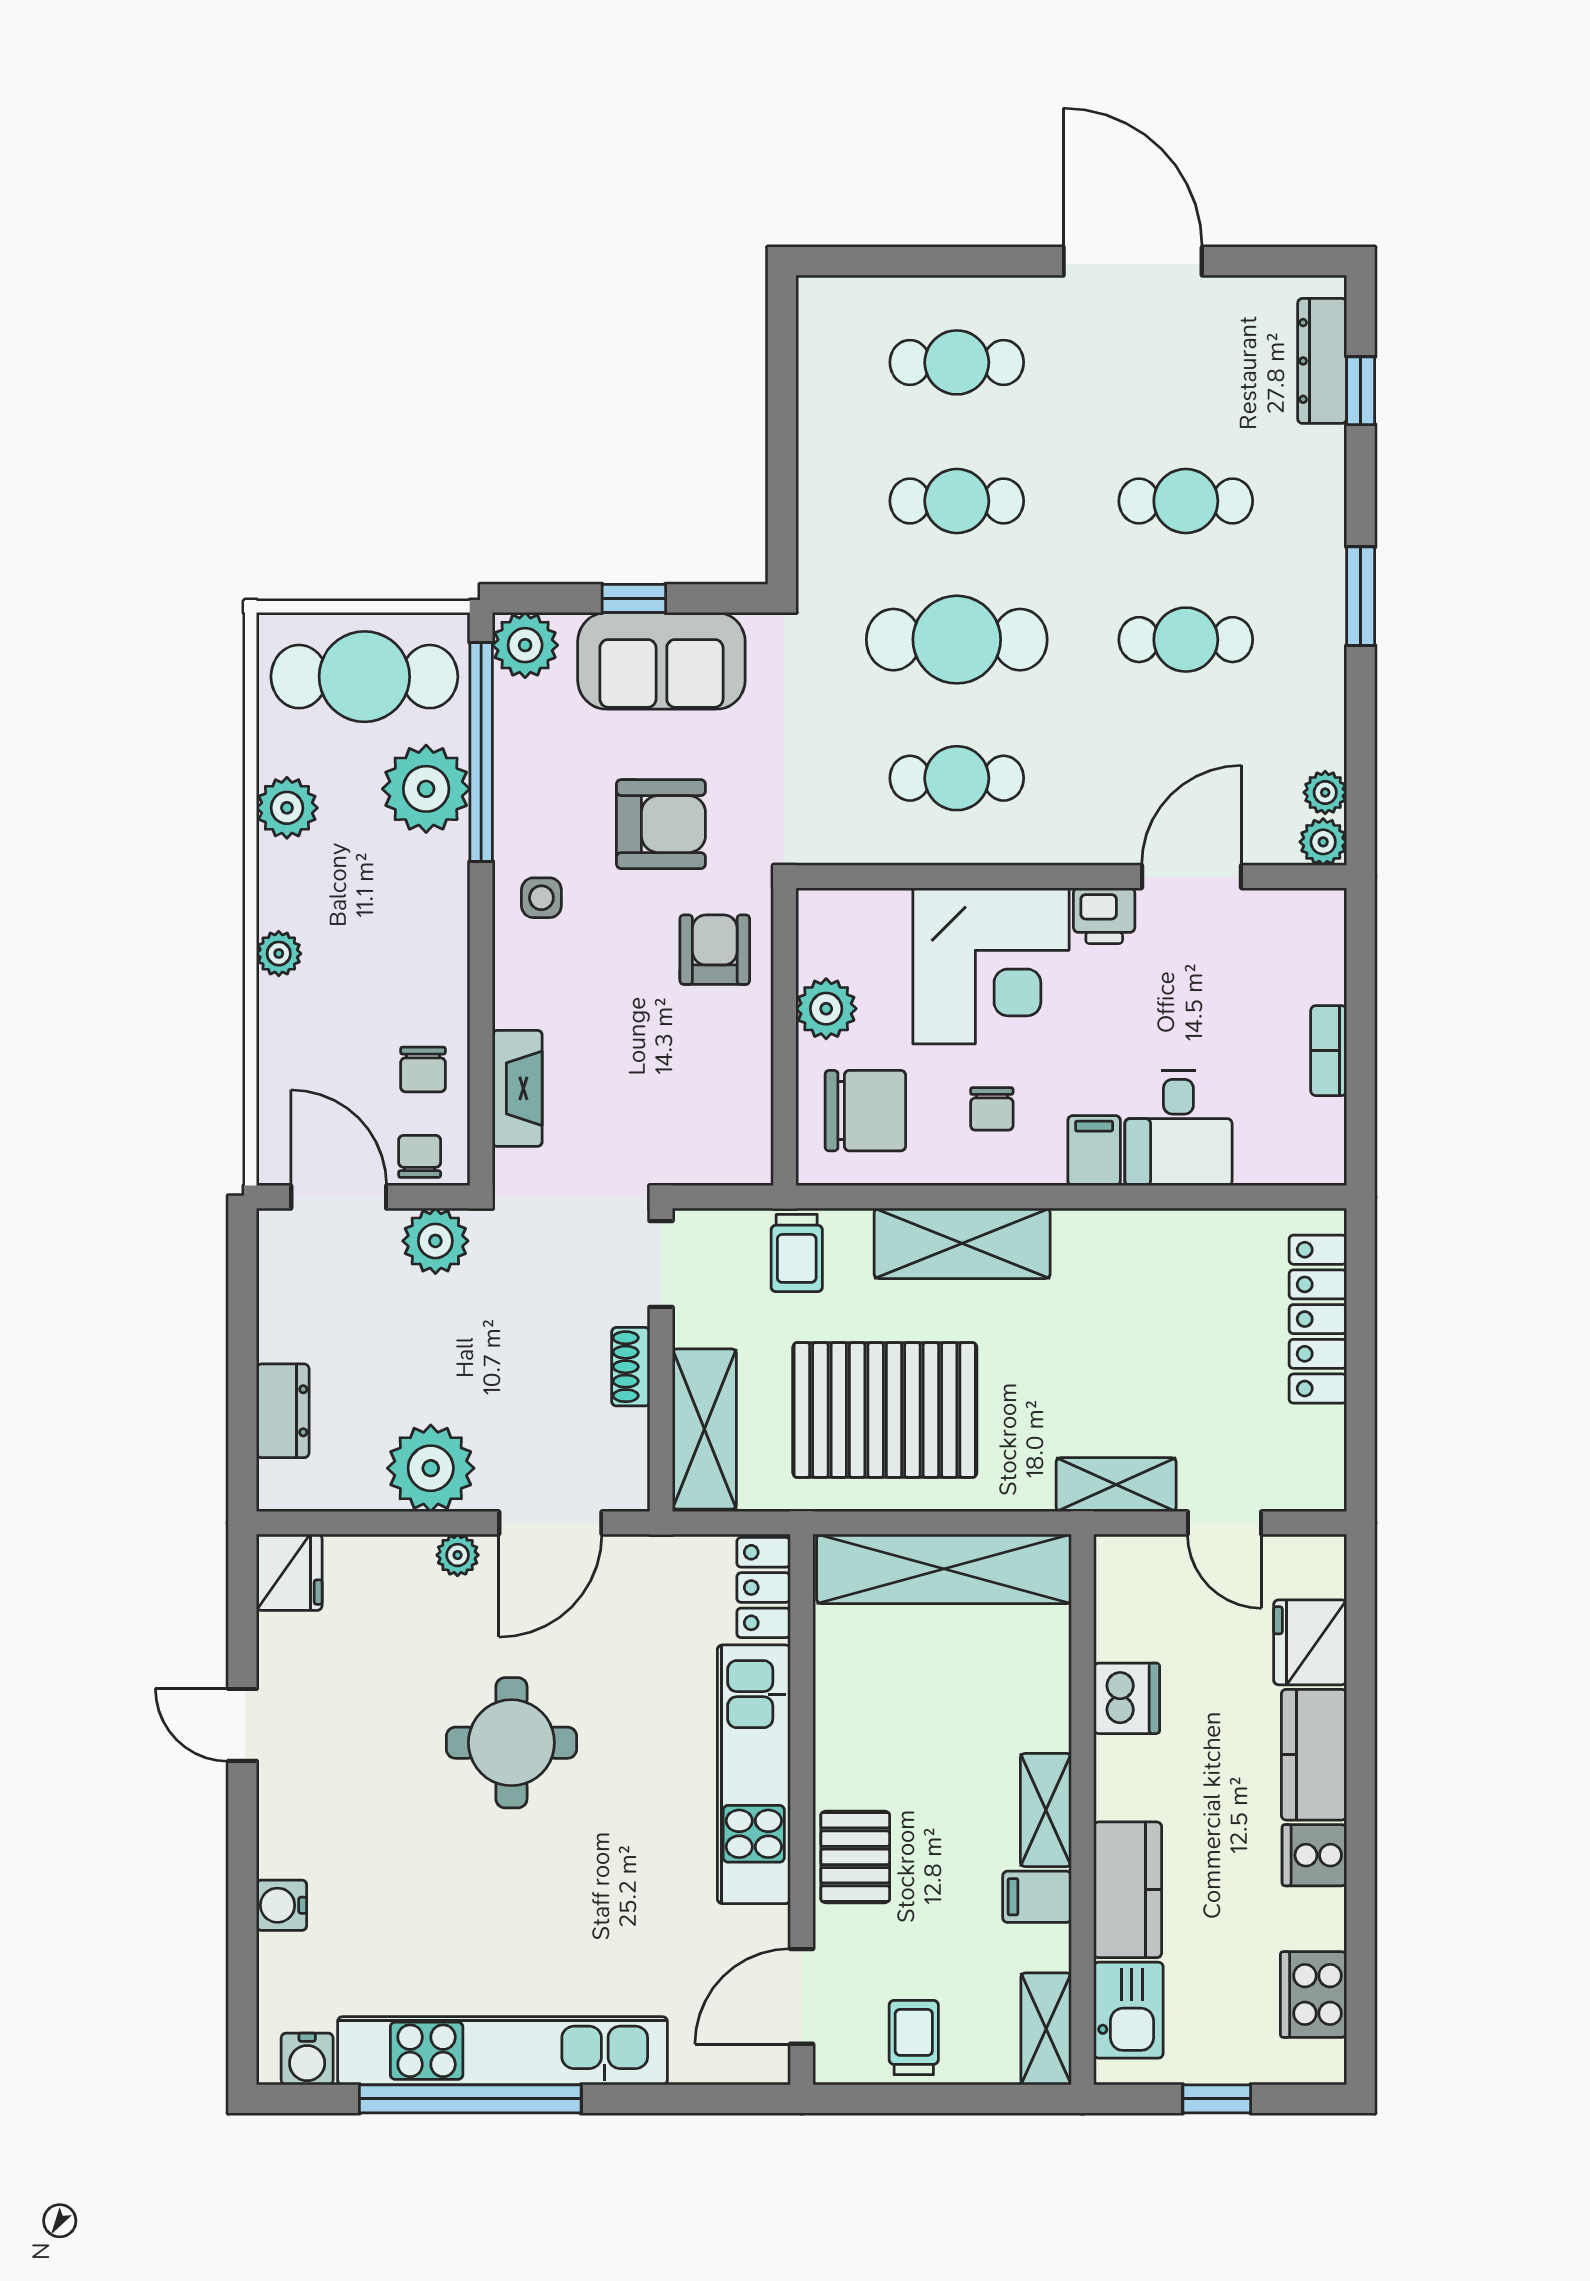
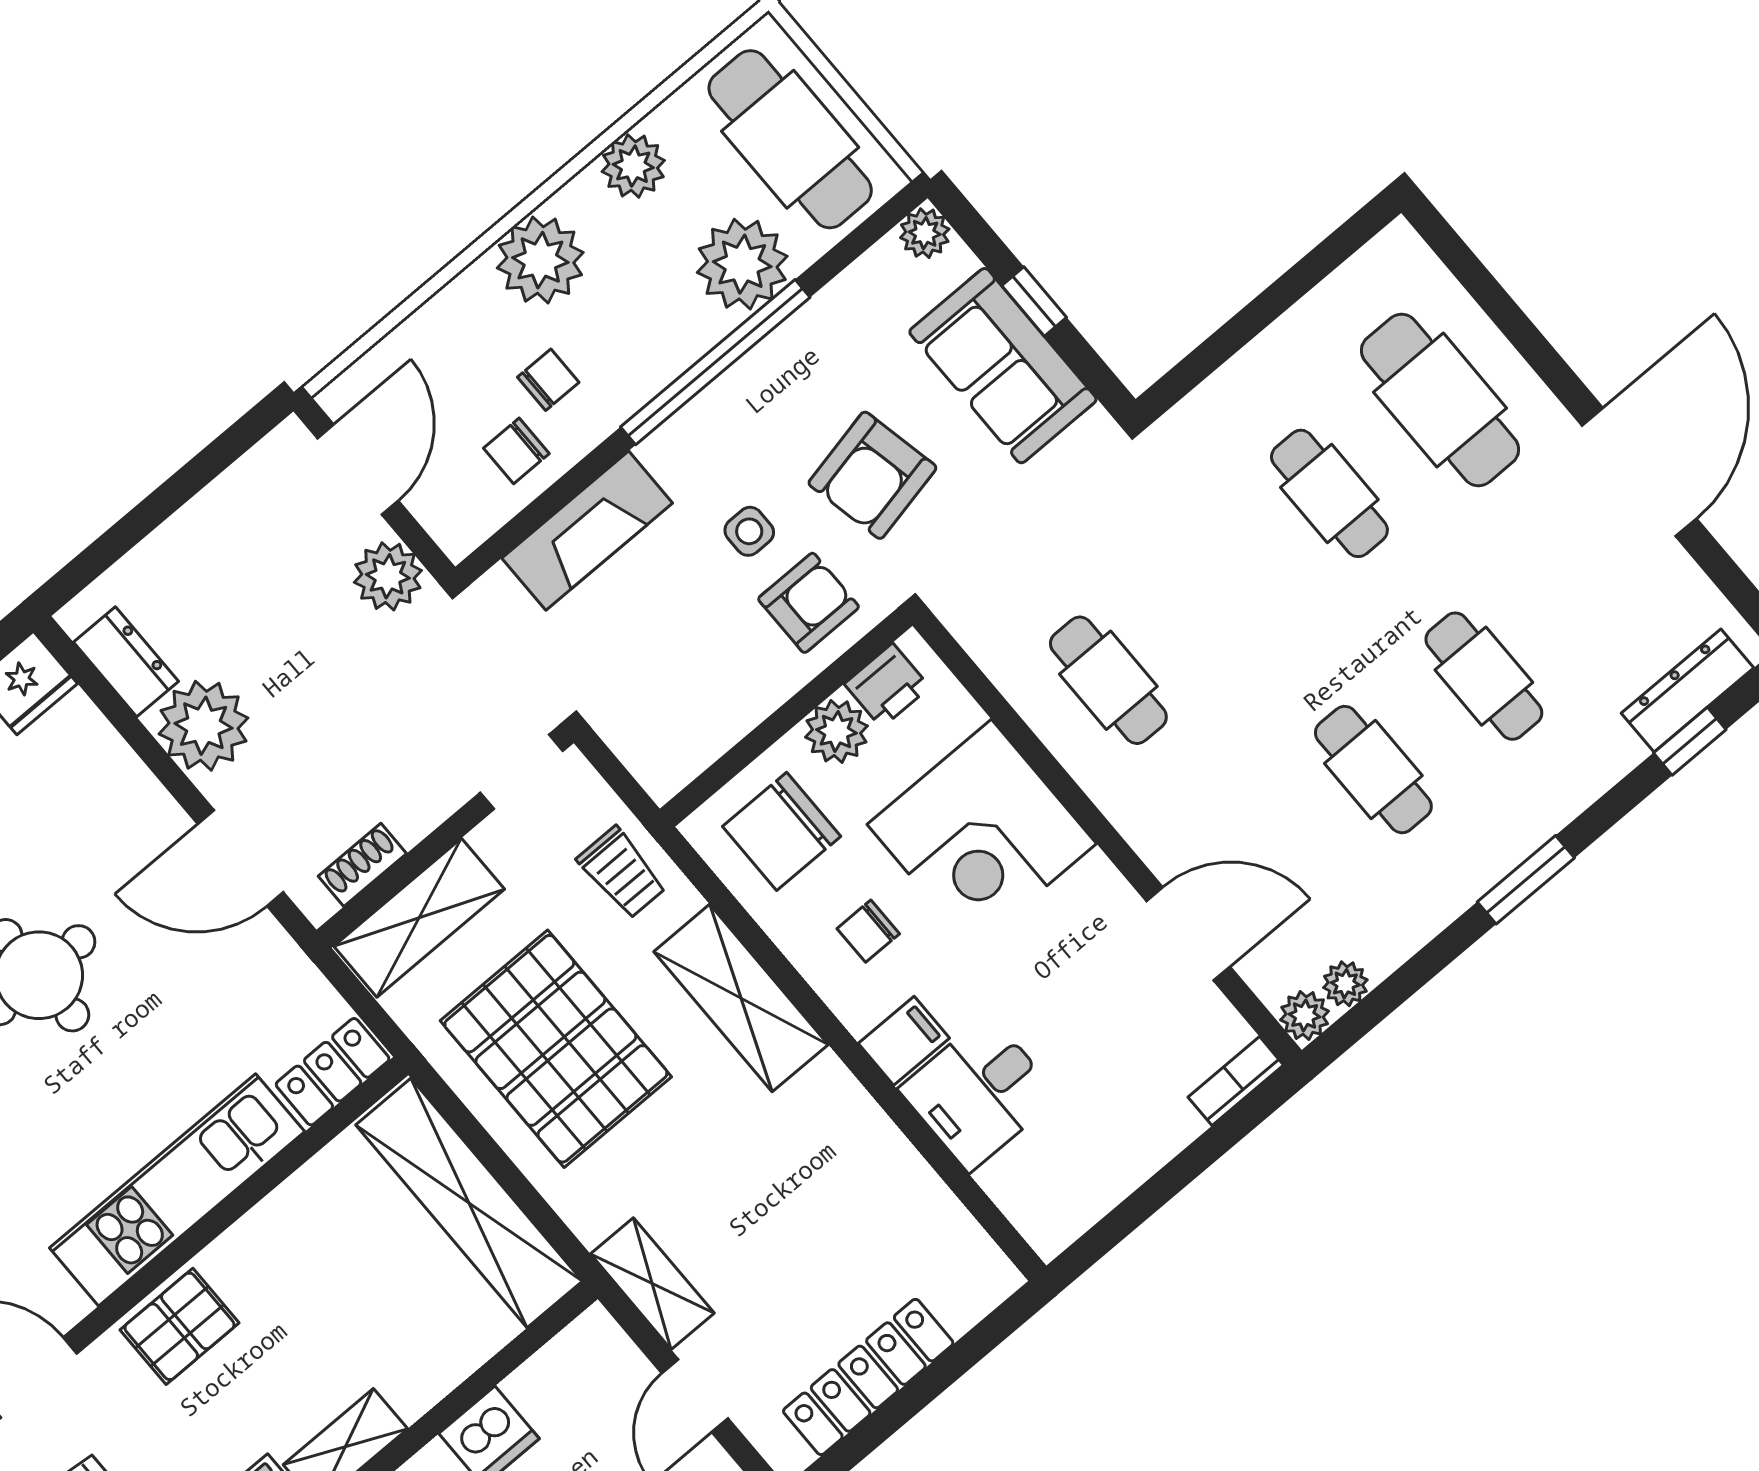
cafe table: (957, 362) -> (1440, 400), width x1.37, depth x1.35
cafe table: (957, 640) -> (1219, 587), removed
plant: (525, 645) -> (925, 233), width x0.73, depth x0.73
window: (481, 752) -> (715, 362), moved
armchair: (661, 824) -> (872, 475), turned 78
side table: (541, 898) -> (749, 531), moved
printer: (1104, 916) -> (887, 685), moved, turned -90
plant: (279, 954) -> (540, 260), width x1.88, depth x1.88
bookcase: (1329, 1051) -> (1236, 1081), moved
fireplace: (517, 1088) -> (587, 531), width x1.37, depth x1.32
chair: (865, 1111) -> (782, 831), turned 90
chair: (420, 1156) -> (548, 380), moved
trolley: (797, 1253) -> (622, 873), turned -90
locker: (1318, 1319) -> (868, 1377), moved
shoe rack: (631, 1367) -> (362, 865), moved
dresser: (283, 1411) -> (126, 662), moved, turned -90
plant: (458, 1555) -> (152, 806), removed

